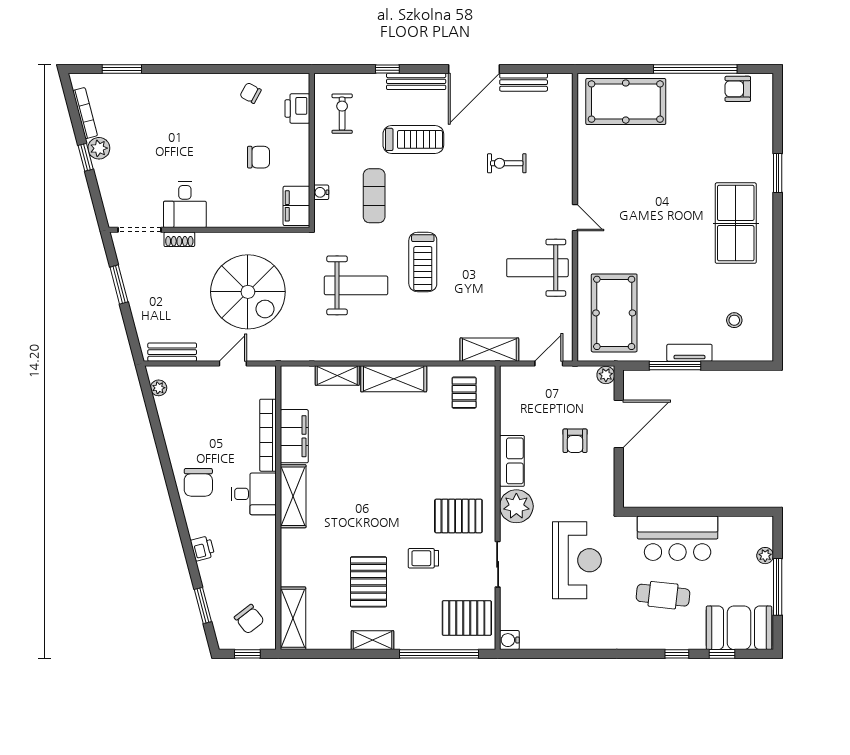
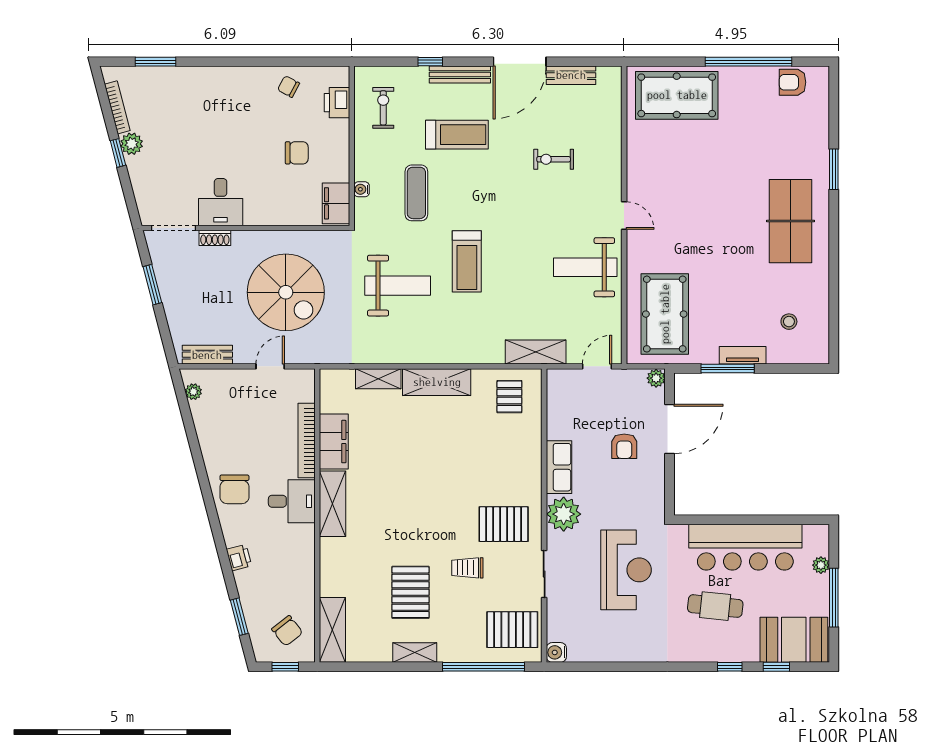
bar counter: (678, 538) -> (745, 547), width x1.36

